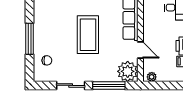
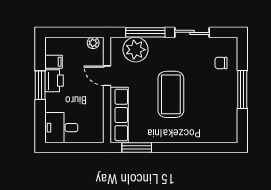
plant: (128, 71) -> (135, 50), moved

